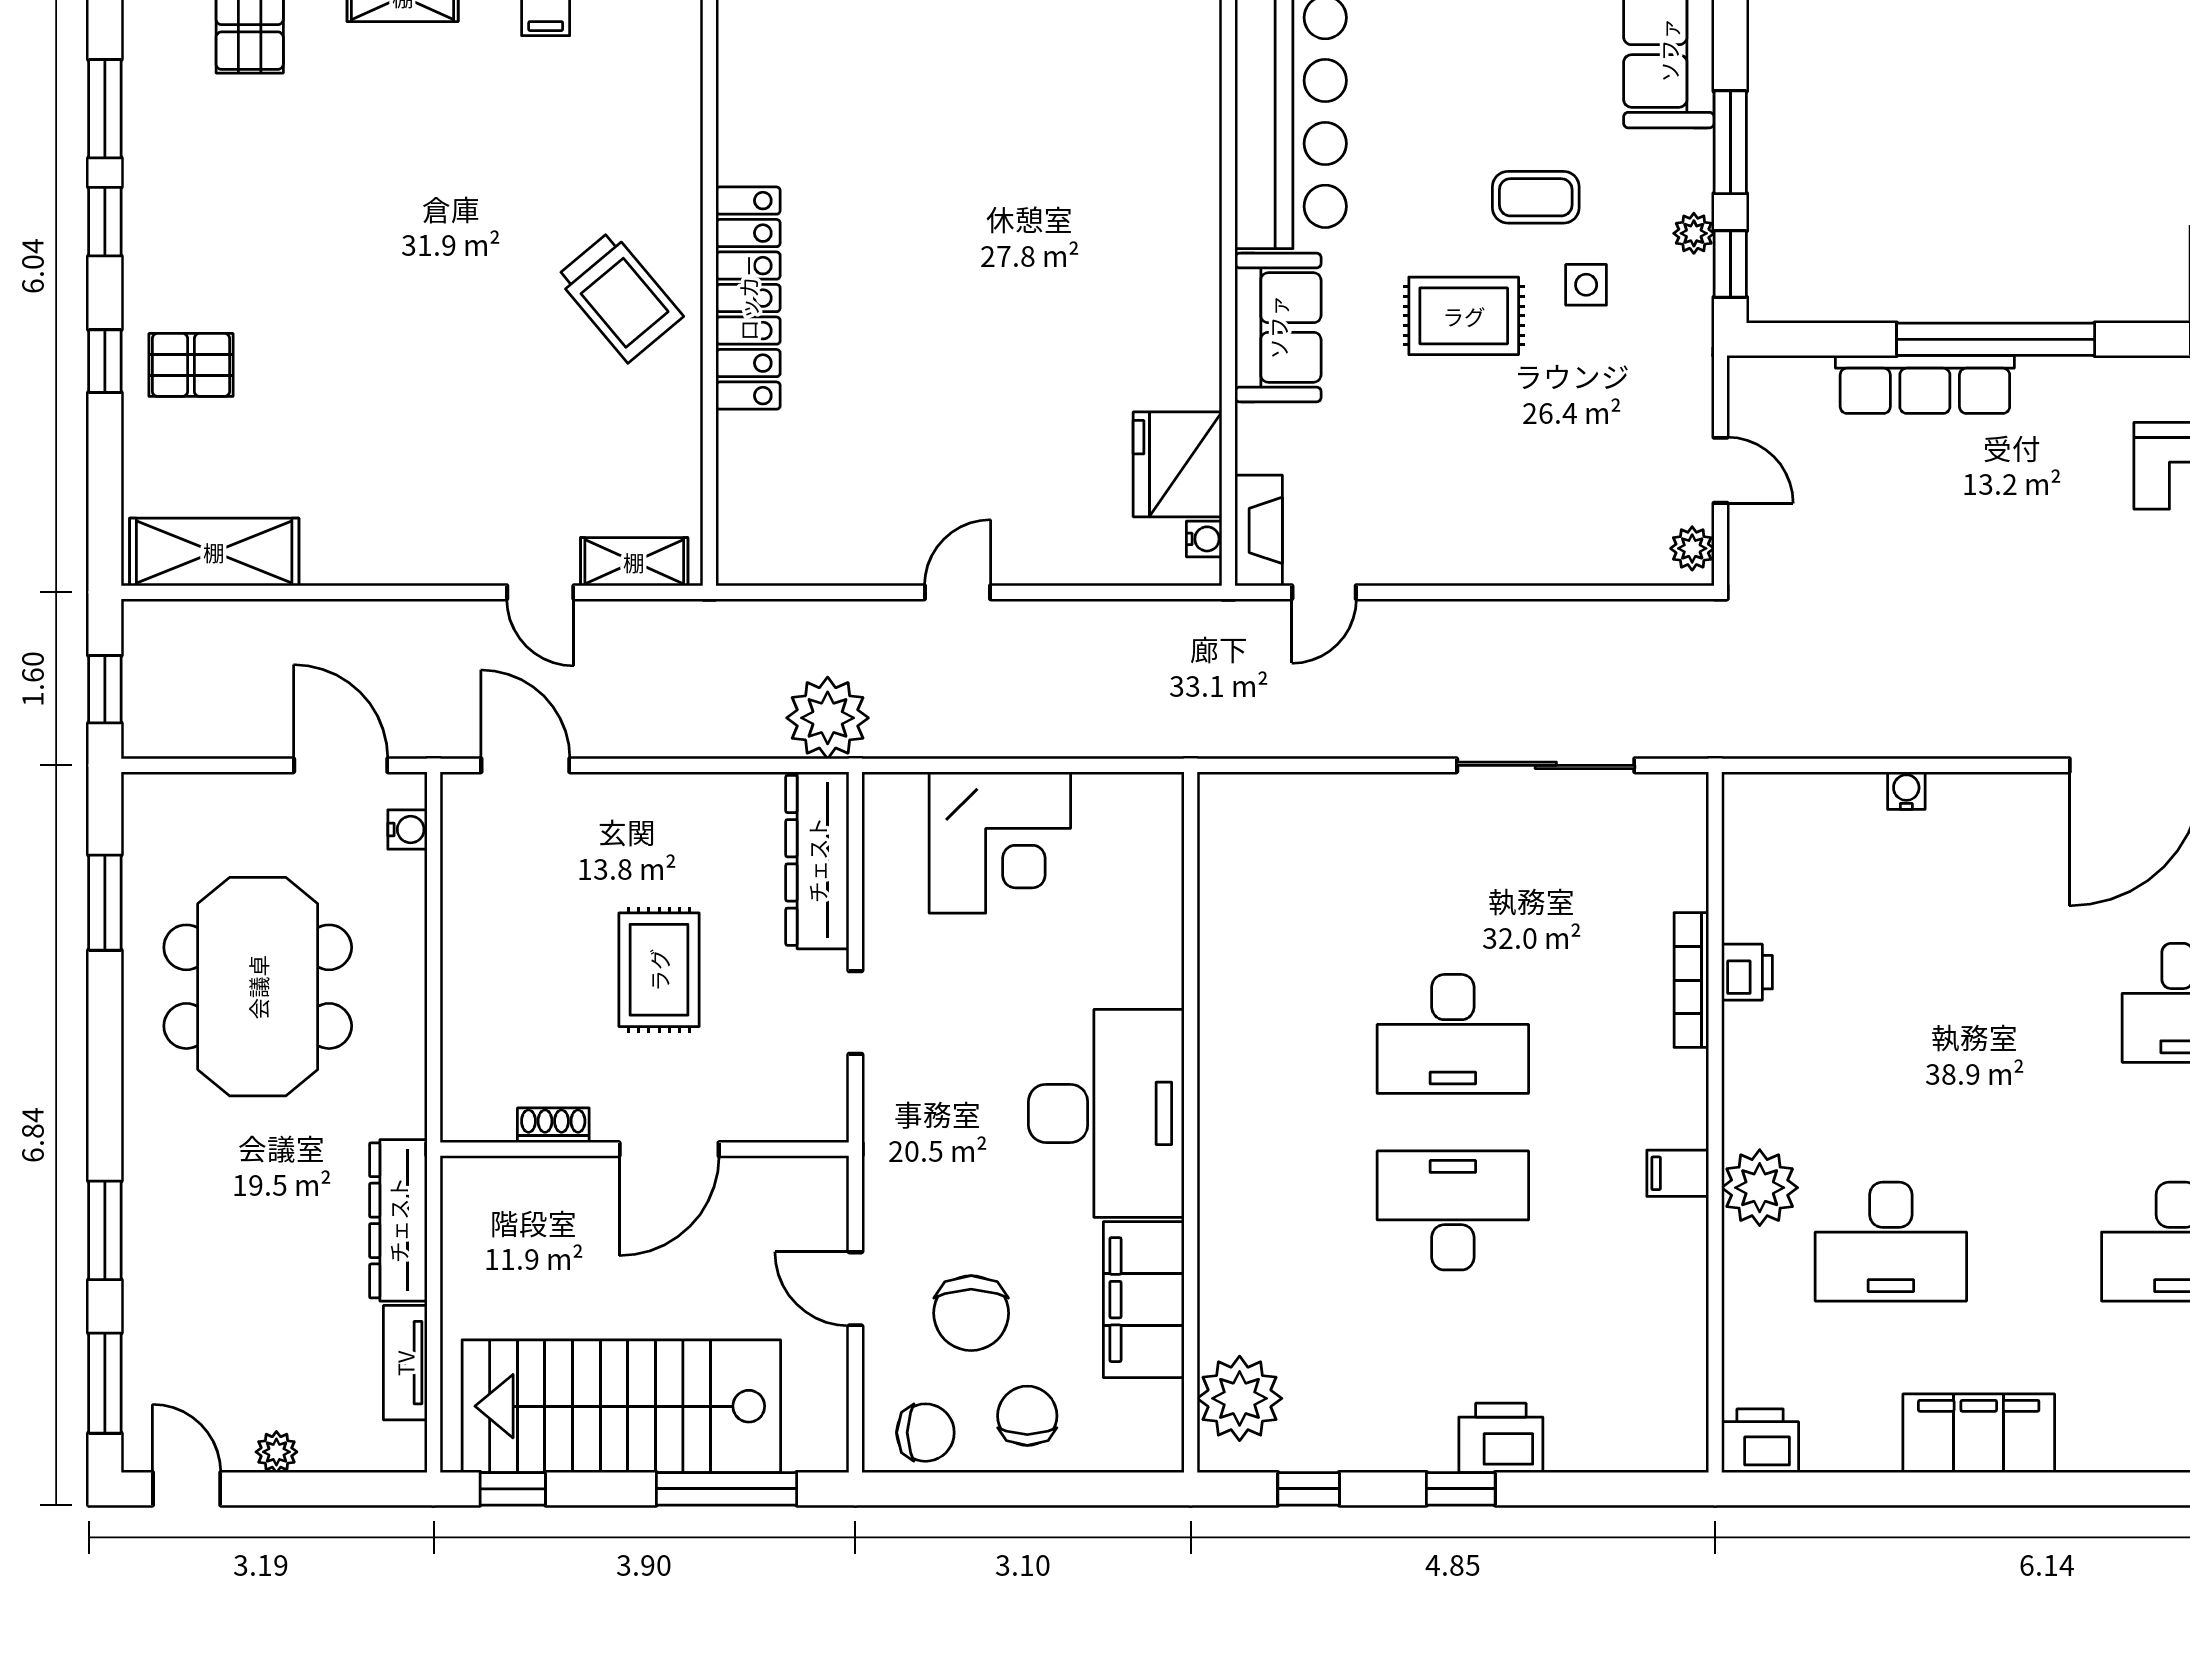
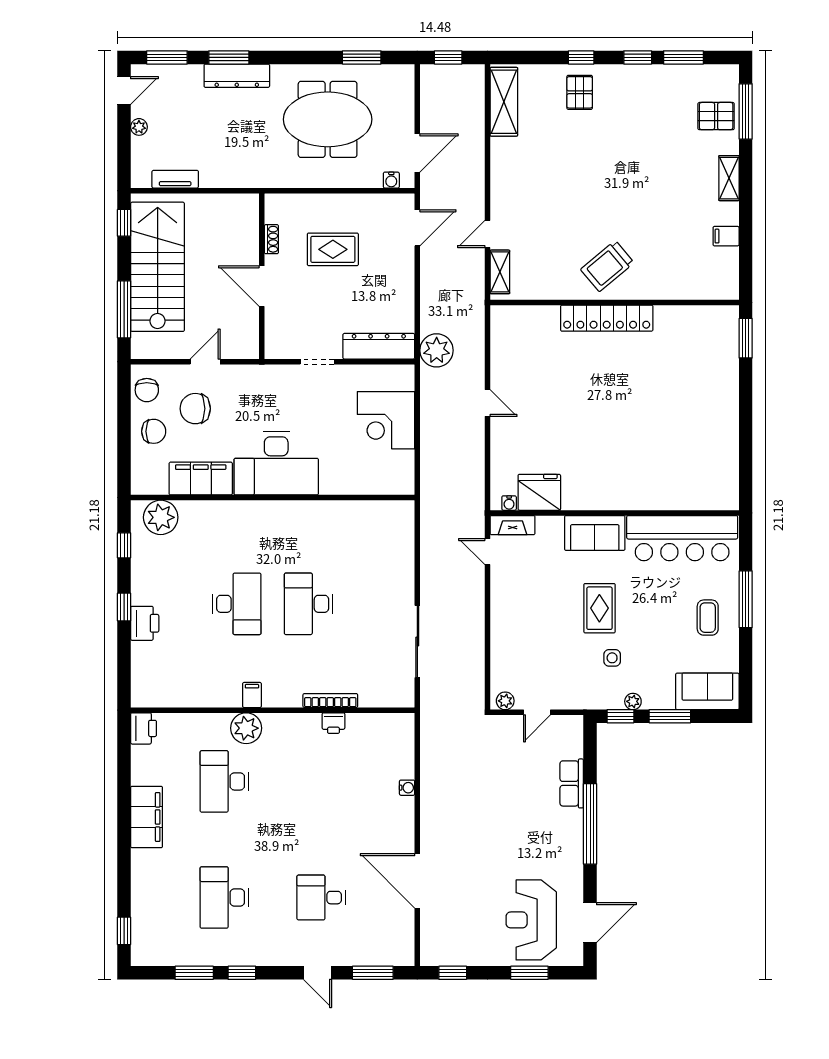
coffee table: (1536, 197) -> (708, 618), moved
row of seats: (1925, 384) -> (572, 783), width x0.68
rug: (659, 970) -> (333, 249), moved
dresser: (398, 1220) -> (237, 76), moved, turned 180

